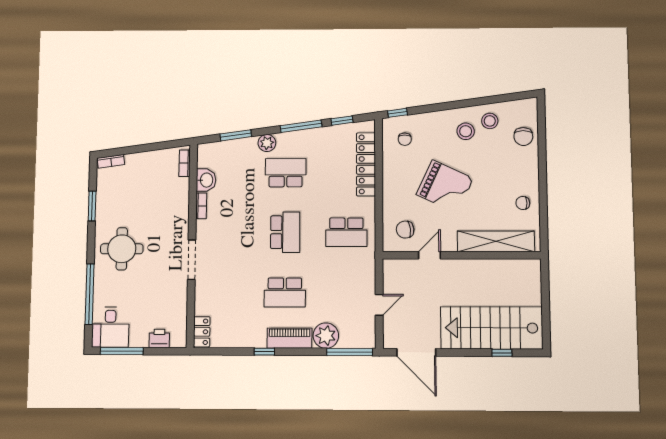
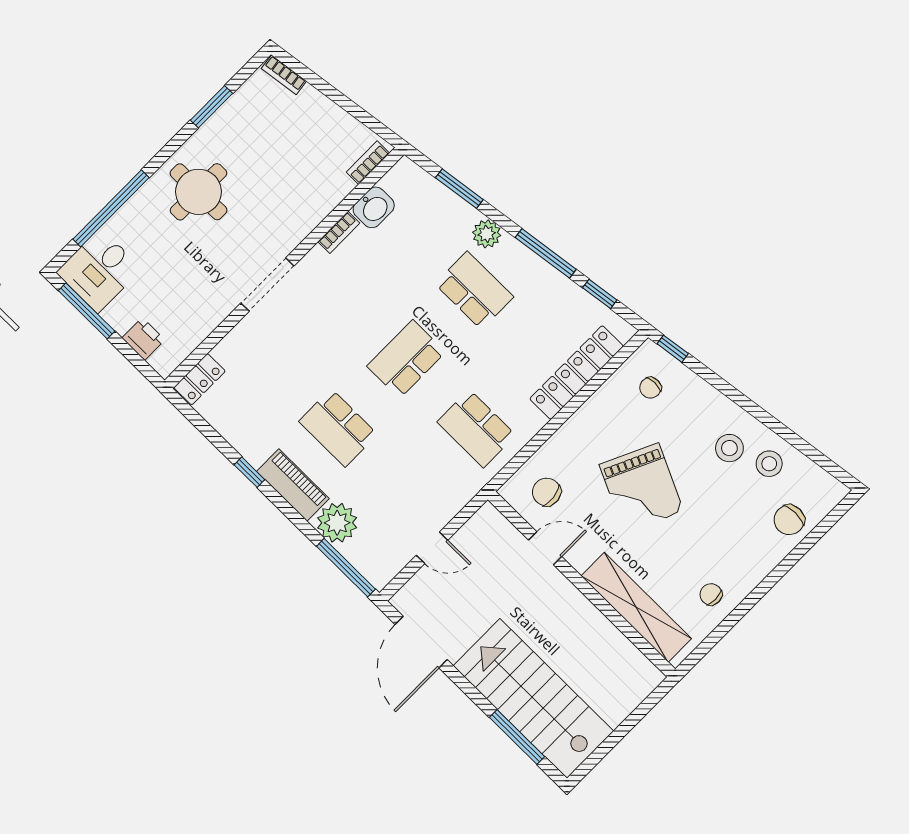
school desk: (285, 232) -> (406, 359), turned 180
window: (502, 353) -> (517, 737), width x2.17

